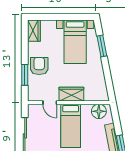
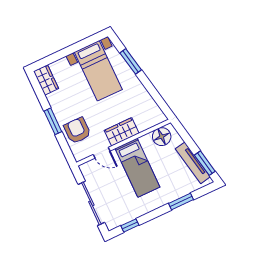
armchair: (39, 66) -> (77, 131), moved
window: (25, 75) -> (53, 121), moved

